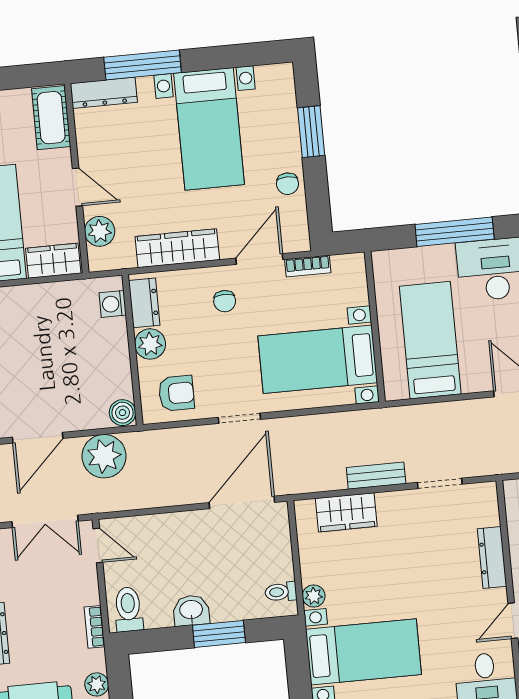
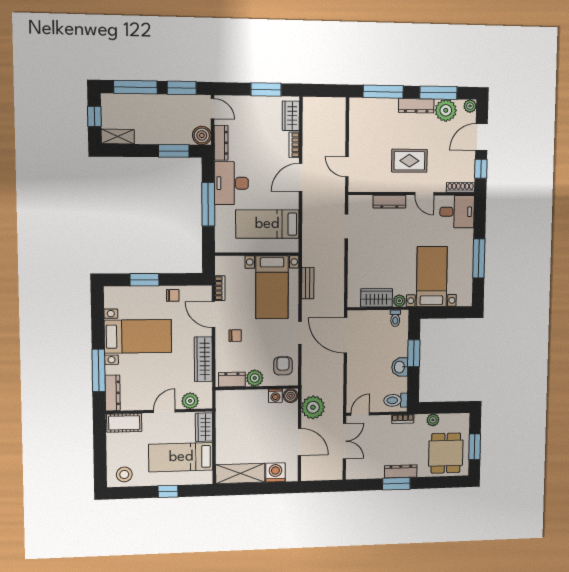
washing machine: (113, 304) -> (275, 396), moved
bench: (376, 476) -> (308, 283), moved
wardrobe: (346, 512) -> (377, 298), moved, turned -90

